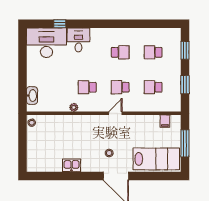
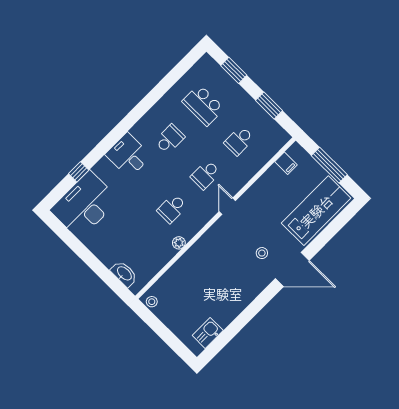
desk: (78, 40) -> (128, 155), moved
school desk: (153, 52) -> (203, 105), width x1.85
kitchen sink: (72, 165) -> (208, 333), moved

